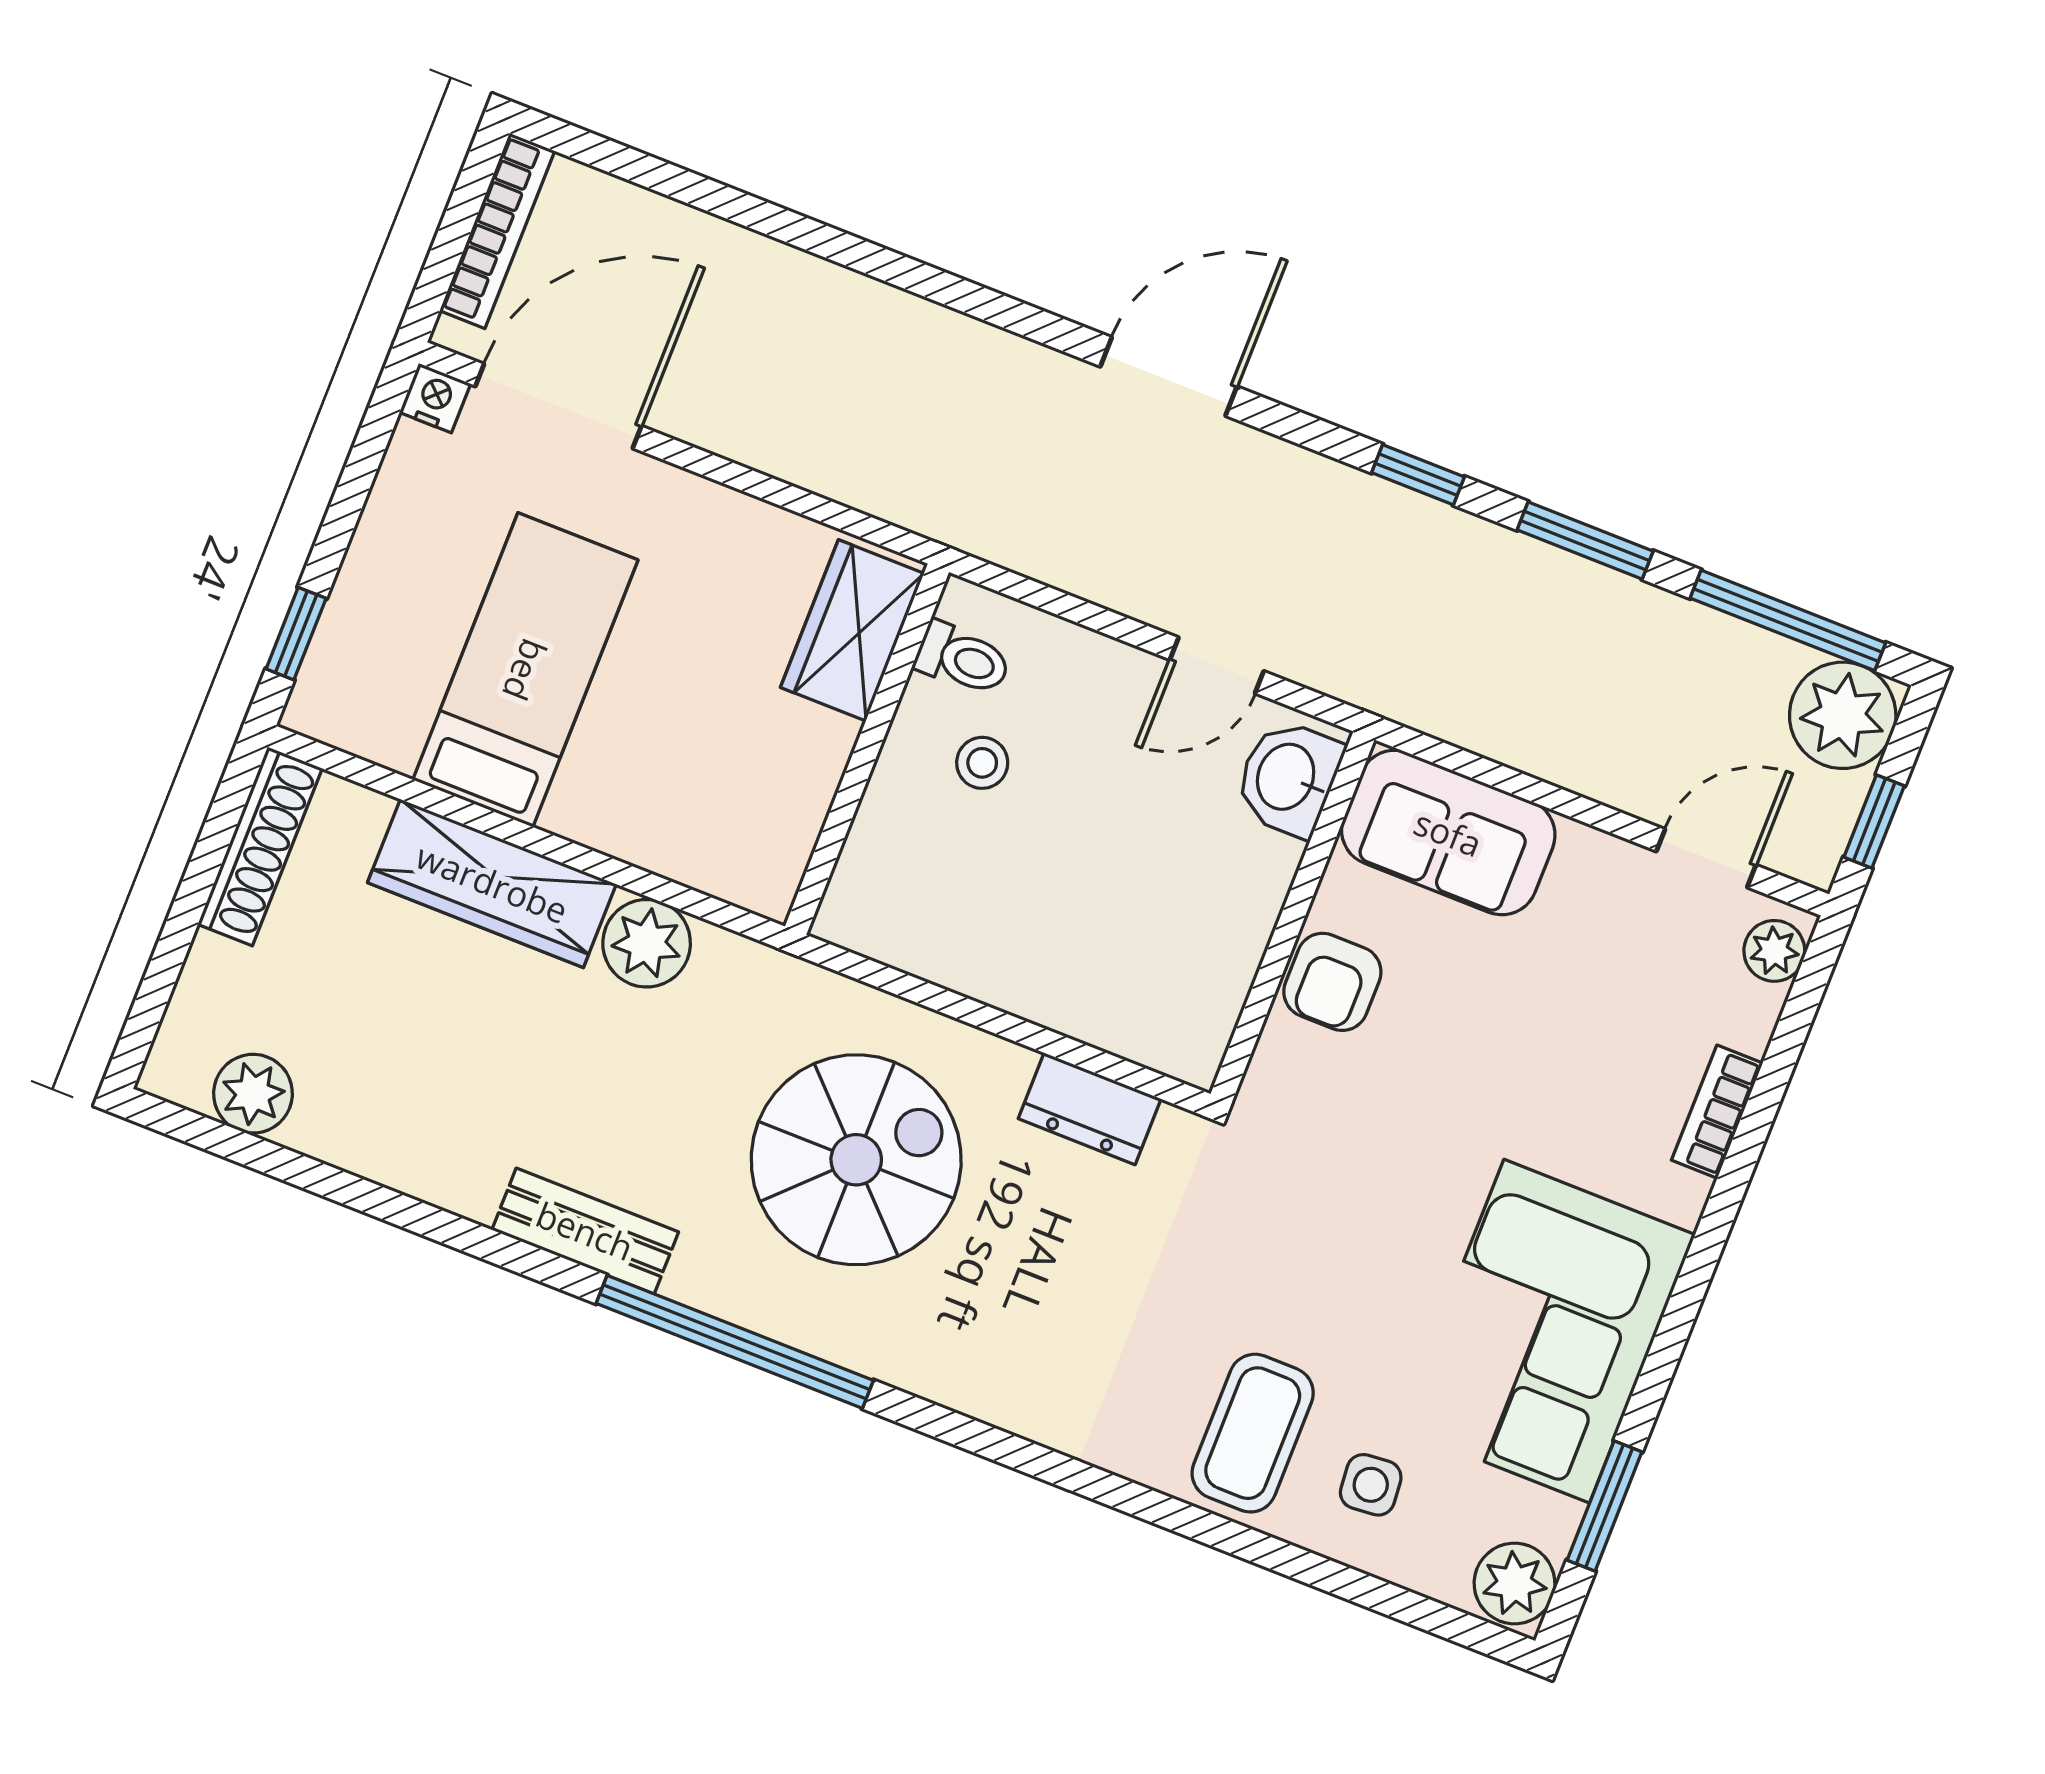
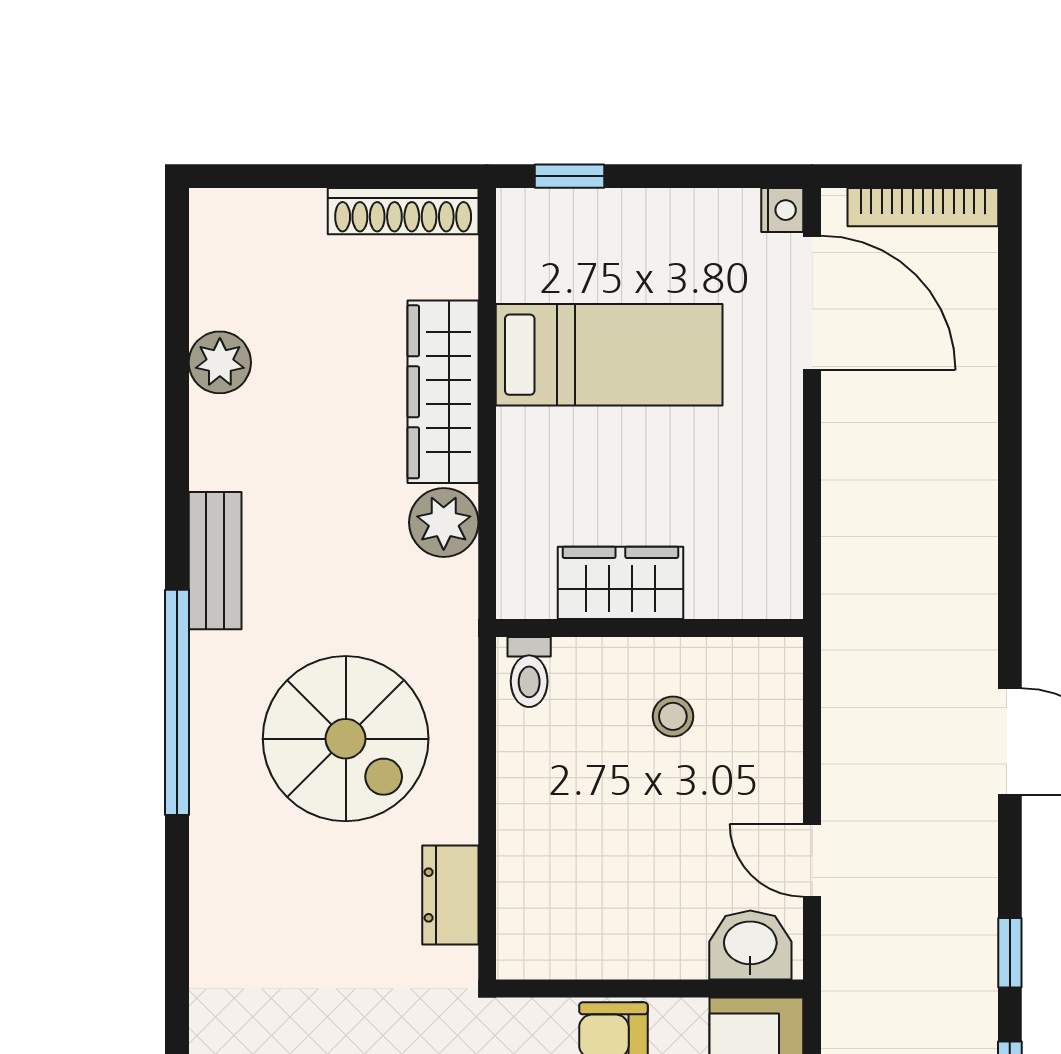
wardrobe: (852, 630) -> (620, 583), moved
toilet: (963, 659) -> (529, 672), moved
plant: (253, 1094) -> (220, 362), moved

